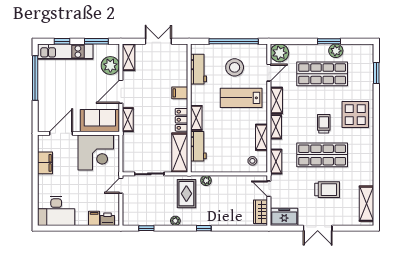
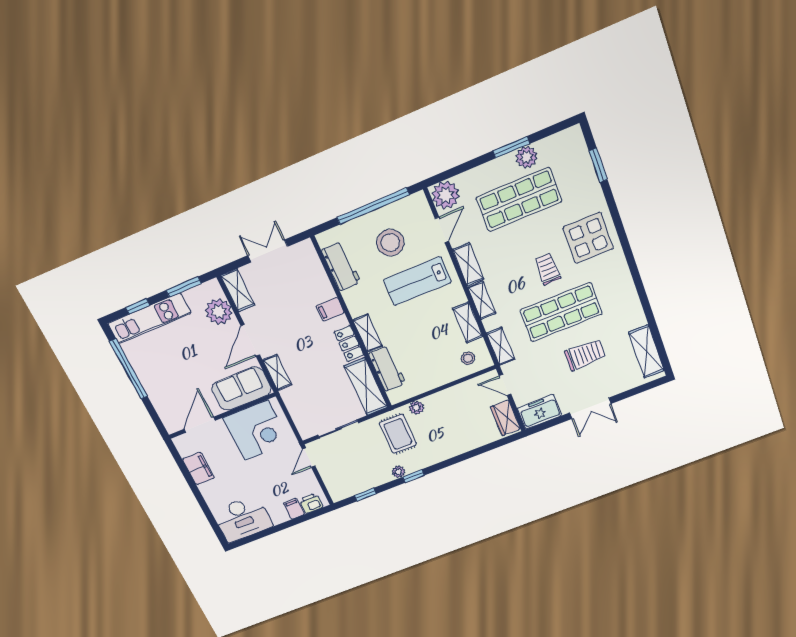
window: (204, 228) -> (413, 476), moved

